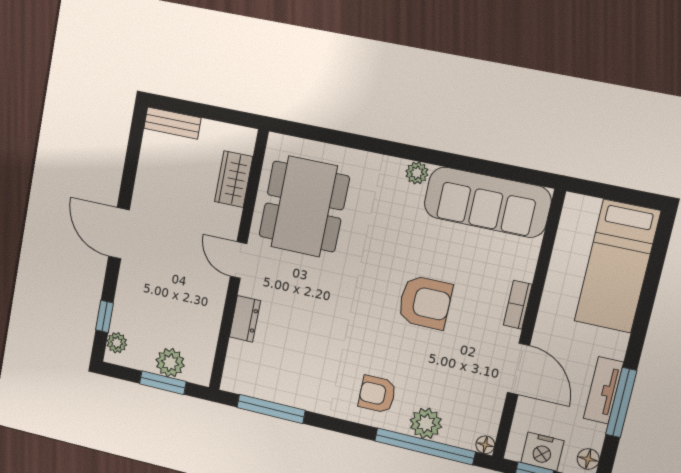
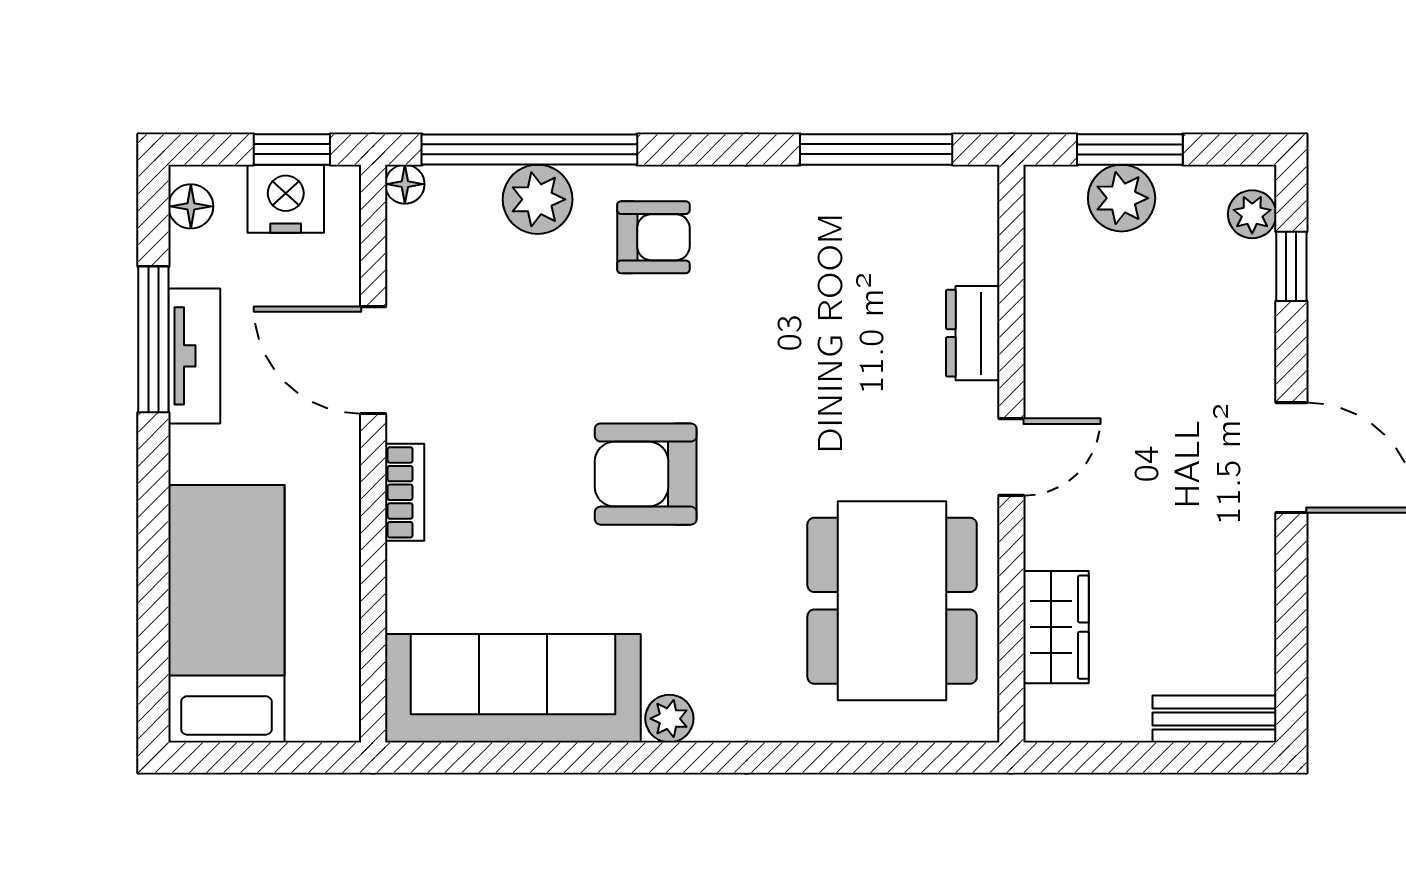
door: (239, 260) -> (1011, 457), hinge flipped
armchair: (425, 302) -> (646, 474), moved

